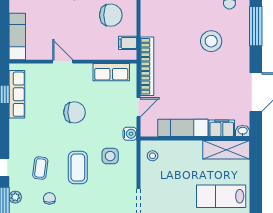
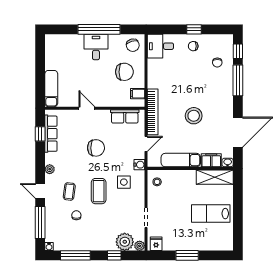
stool: (211, 41) -> (194, 116), moved
plant: (15, 197) -> (50, 169), moved

